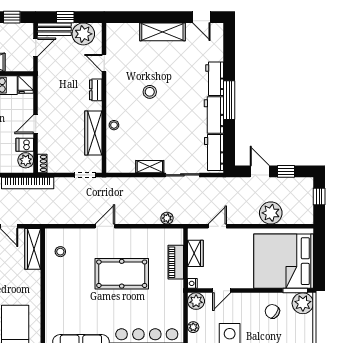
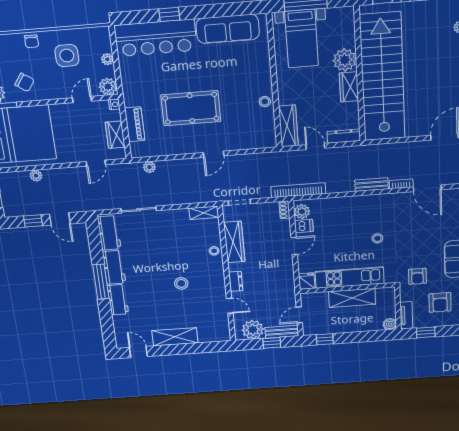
shelving: (150, 167) -> (204, 213), moved
plant: (271, 213) -> (36, 176), width x0.53, depth x0.53
stool: (60, 252) -> (265, 102), moved

